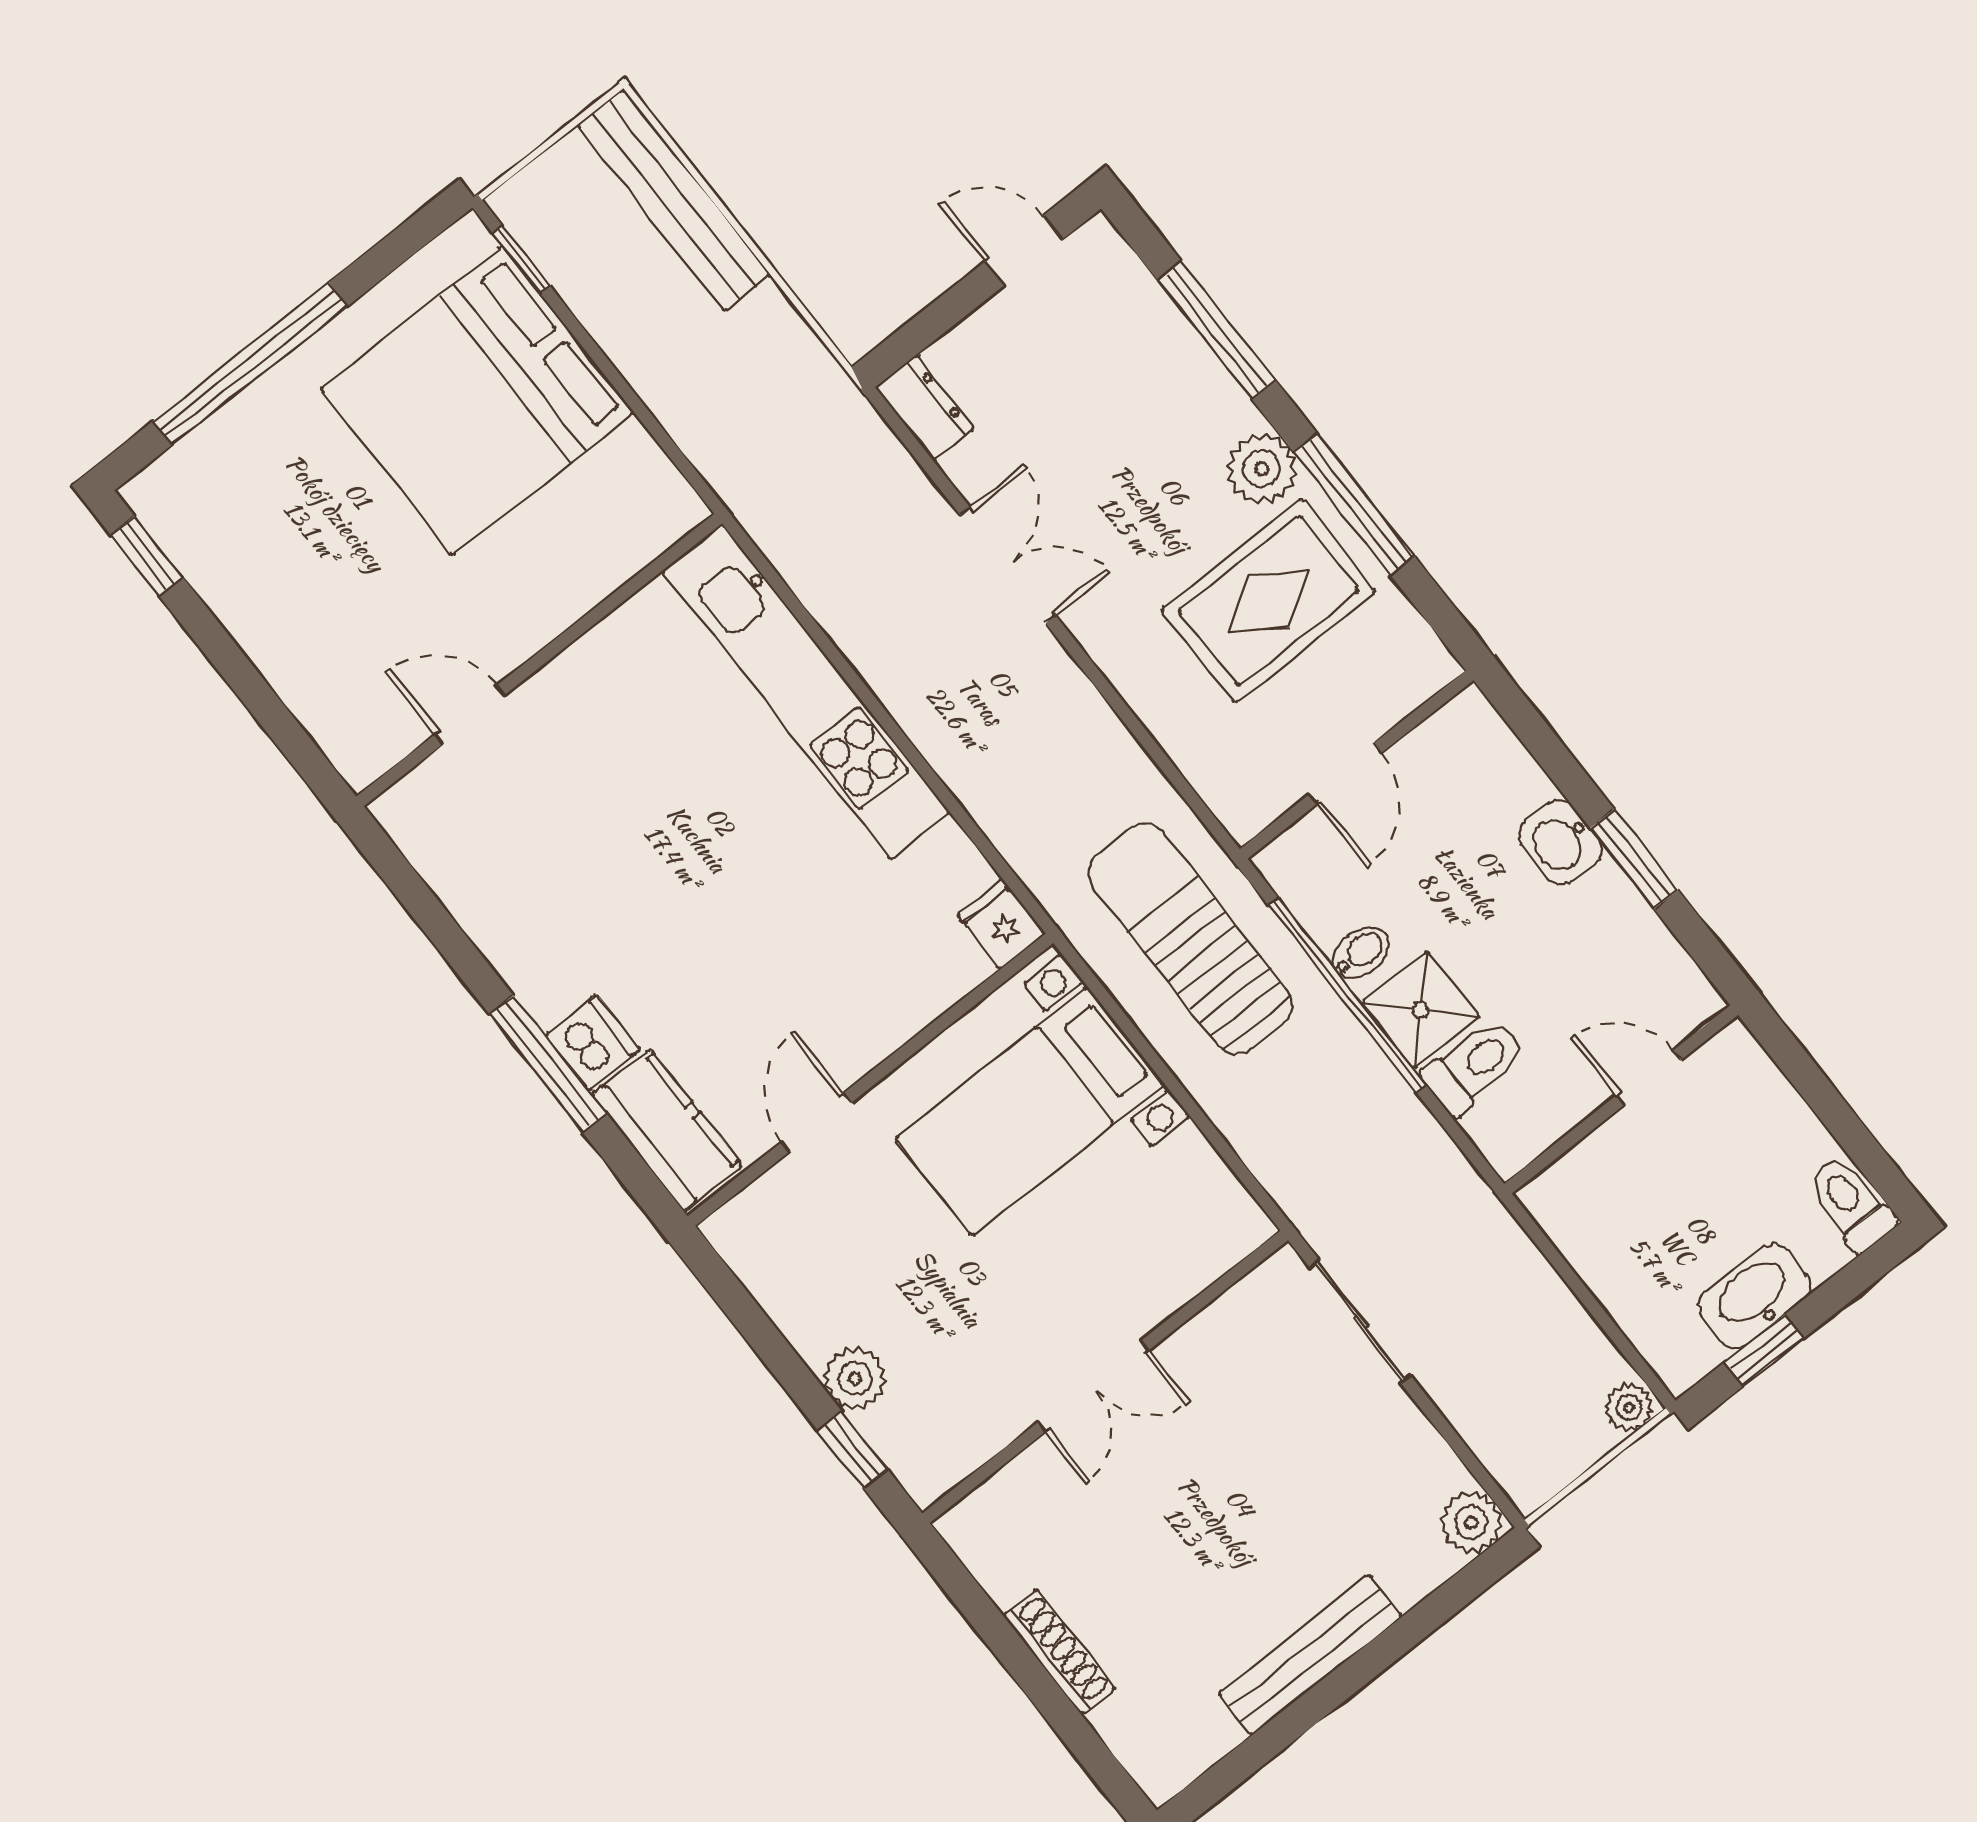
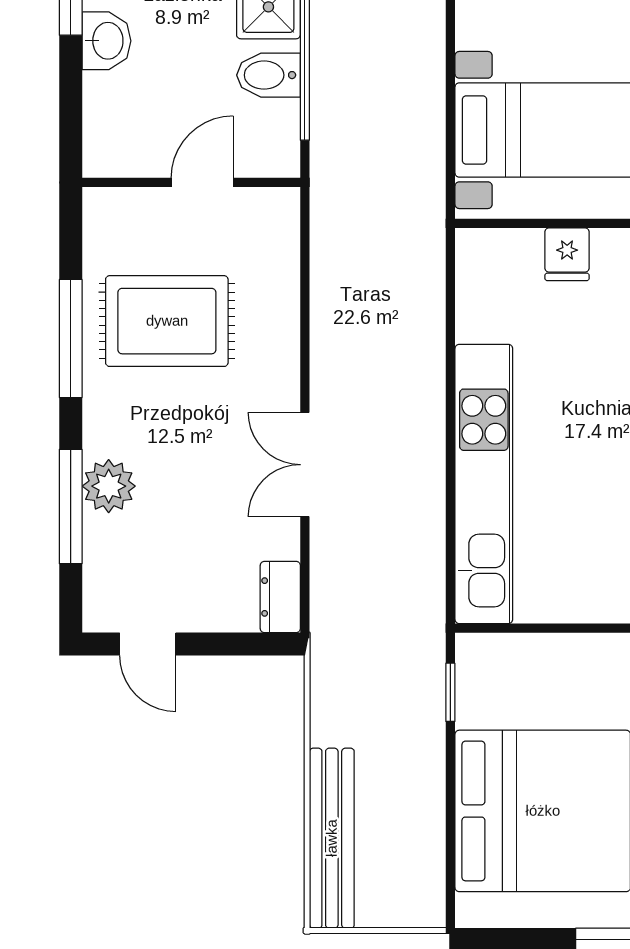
window: (521, 259) -> (450, 692), moved
plant: (1262, 469) -> (109, 486), moved
fridge: (1001, 924) -> (567, 254), moved
sun lounger: (1190, 939) -> (372, 157), removed
bidet: (1361, 952) -> (268, 75), width x1.38, depth x1.36

